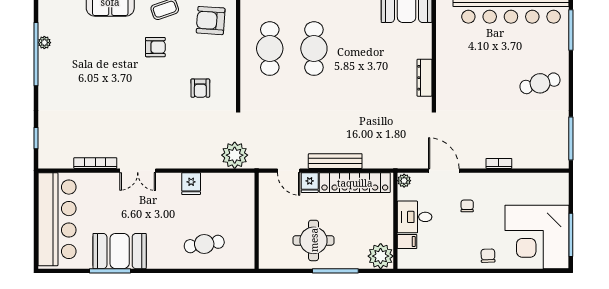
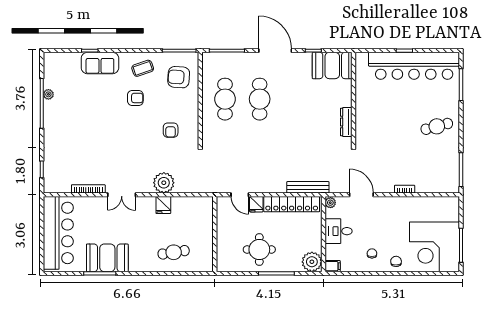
plant: (235, 155) -> (164, 183), moved
bench: (335, 161) -> (308, 187), moved
chair: (467, 206) -> (372, 253), moved
filing cabinet: (407, 241) -> (333, 266), moved

